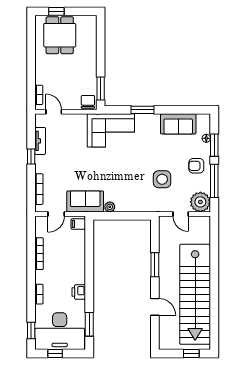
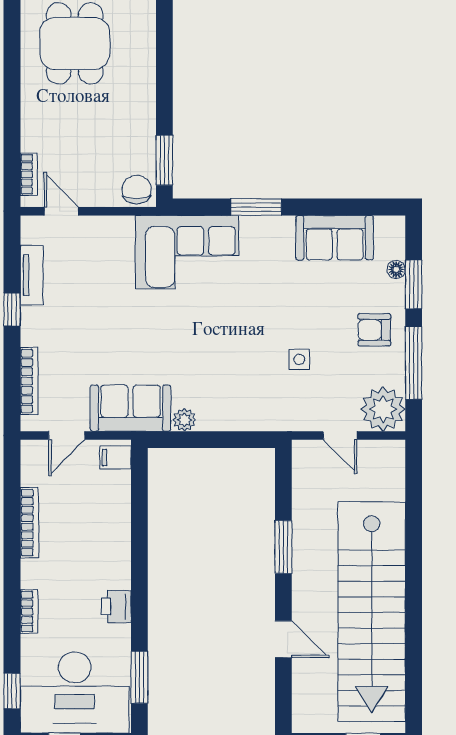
side table: (162, 179) -> (299, 359), width x0.54, depth x0.54

